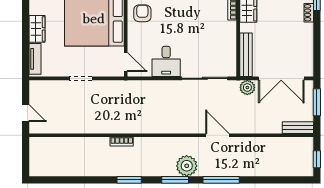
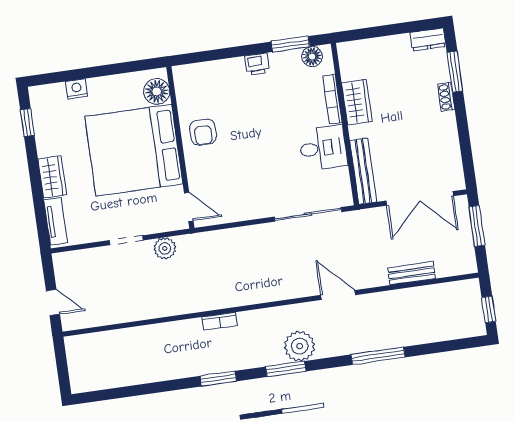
armchair: (142, 13) -> (203, 132), turned 180
desk: (166, 61) -> (323, 148), moved, turned -90
plant: (247, 87) -> (165, 248), moved
bench: (298, 128) -> (412, 273), moved
bookcase: (122, 142) -> (220, 321), moved
window: (221, 180) -> (378, 356), moved

